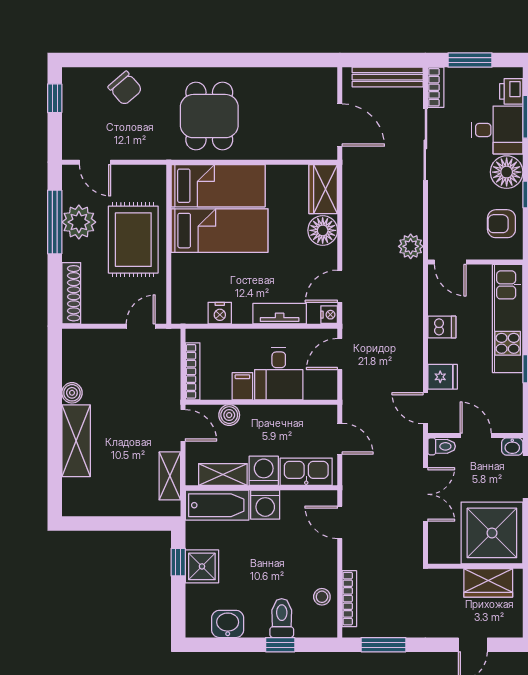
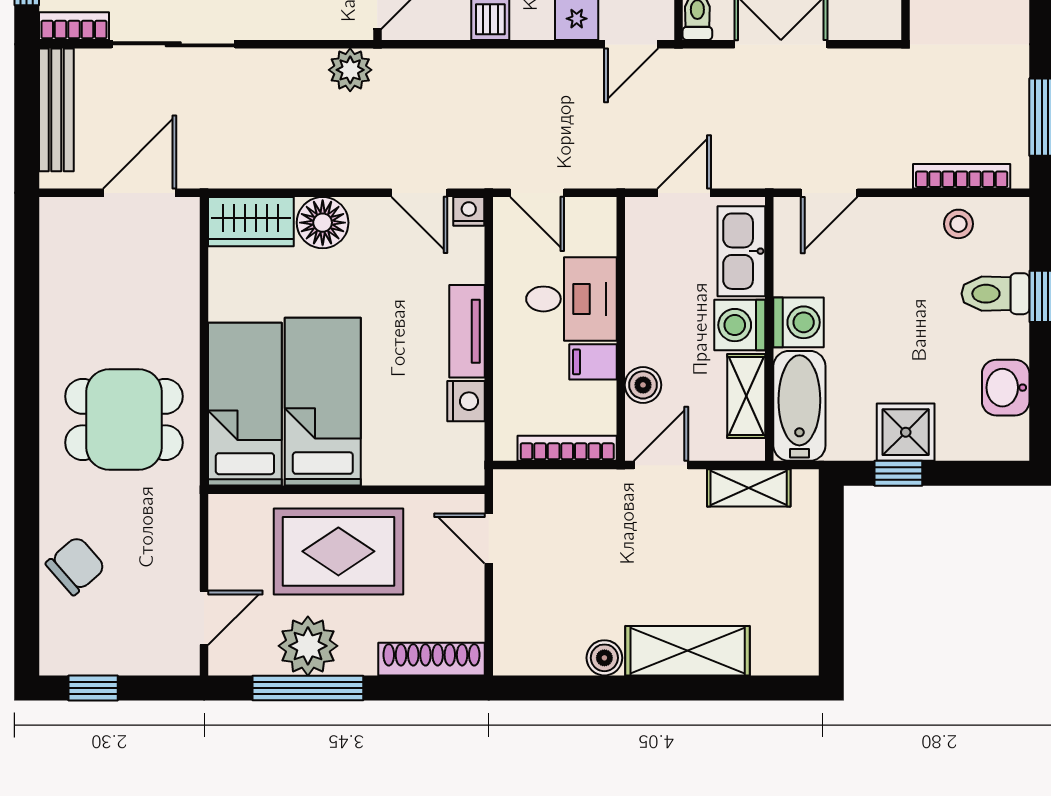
tv unit: (280, 314) -> (467, 331), moved

